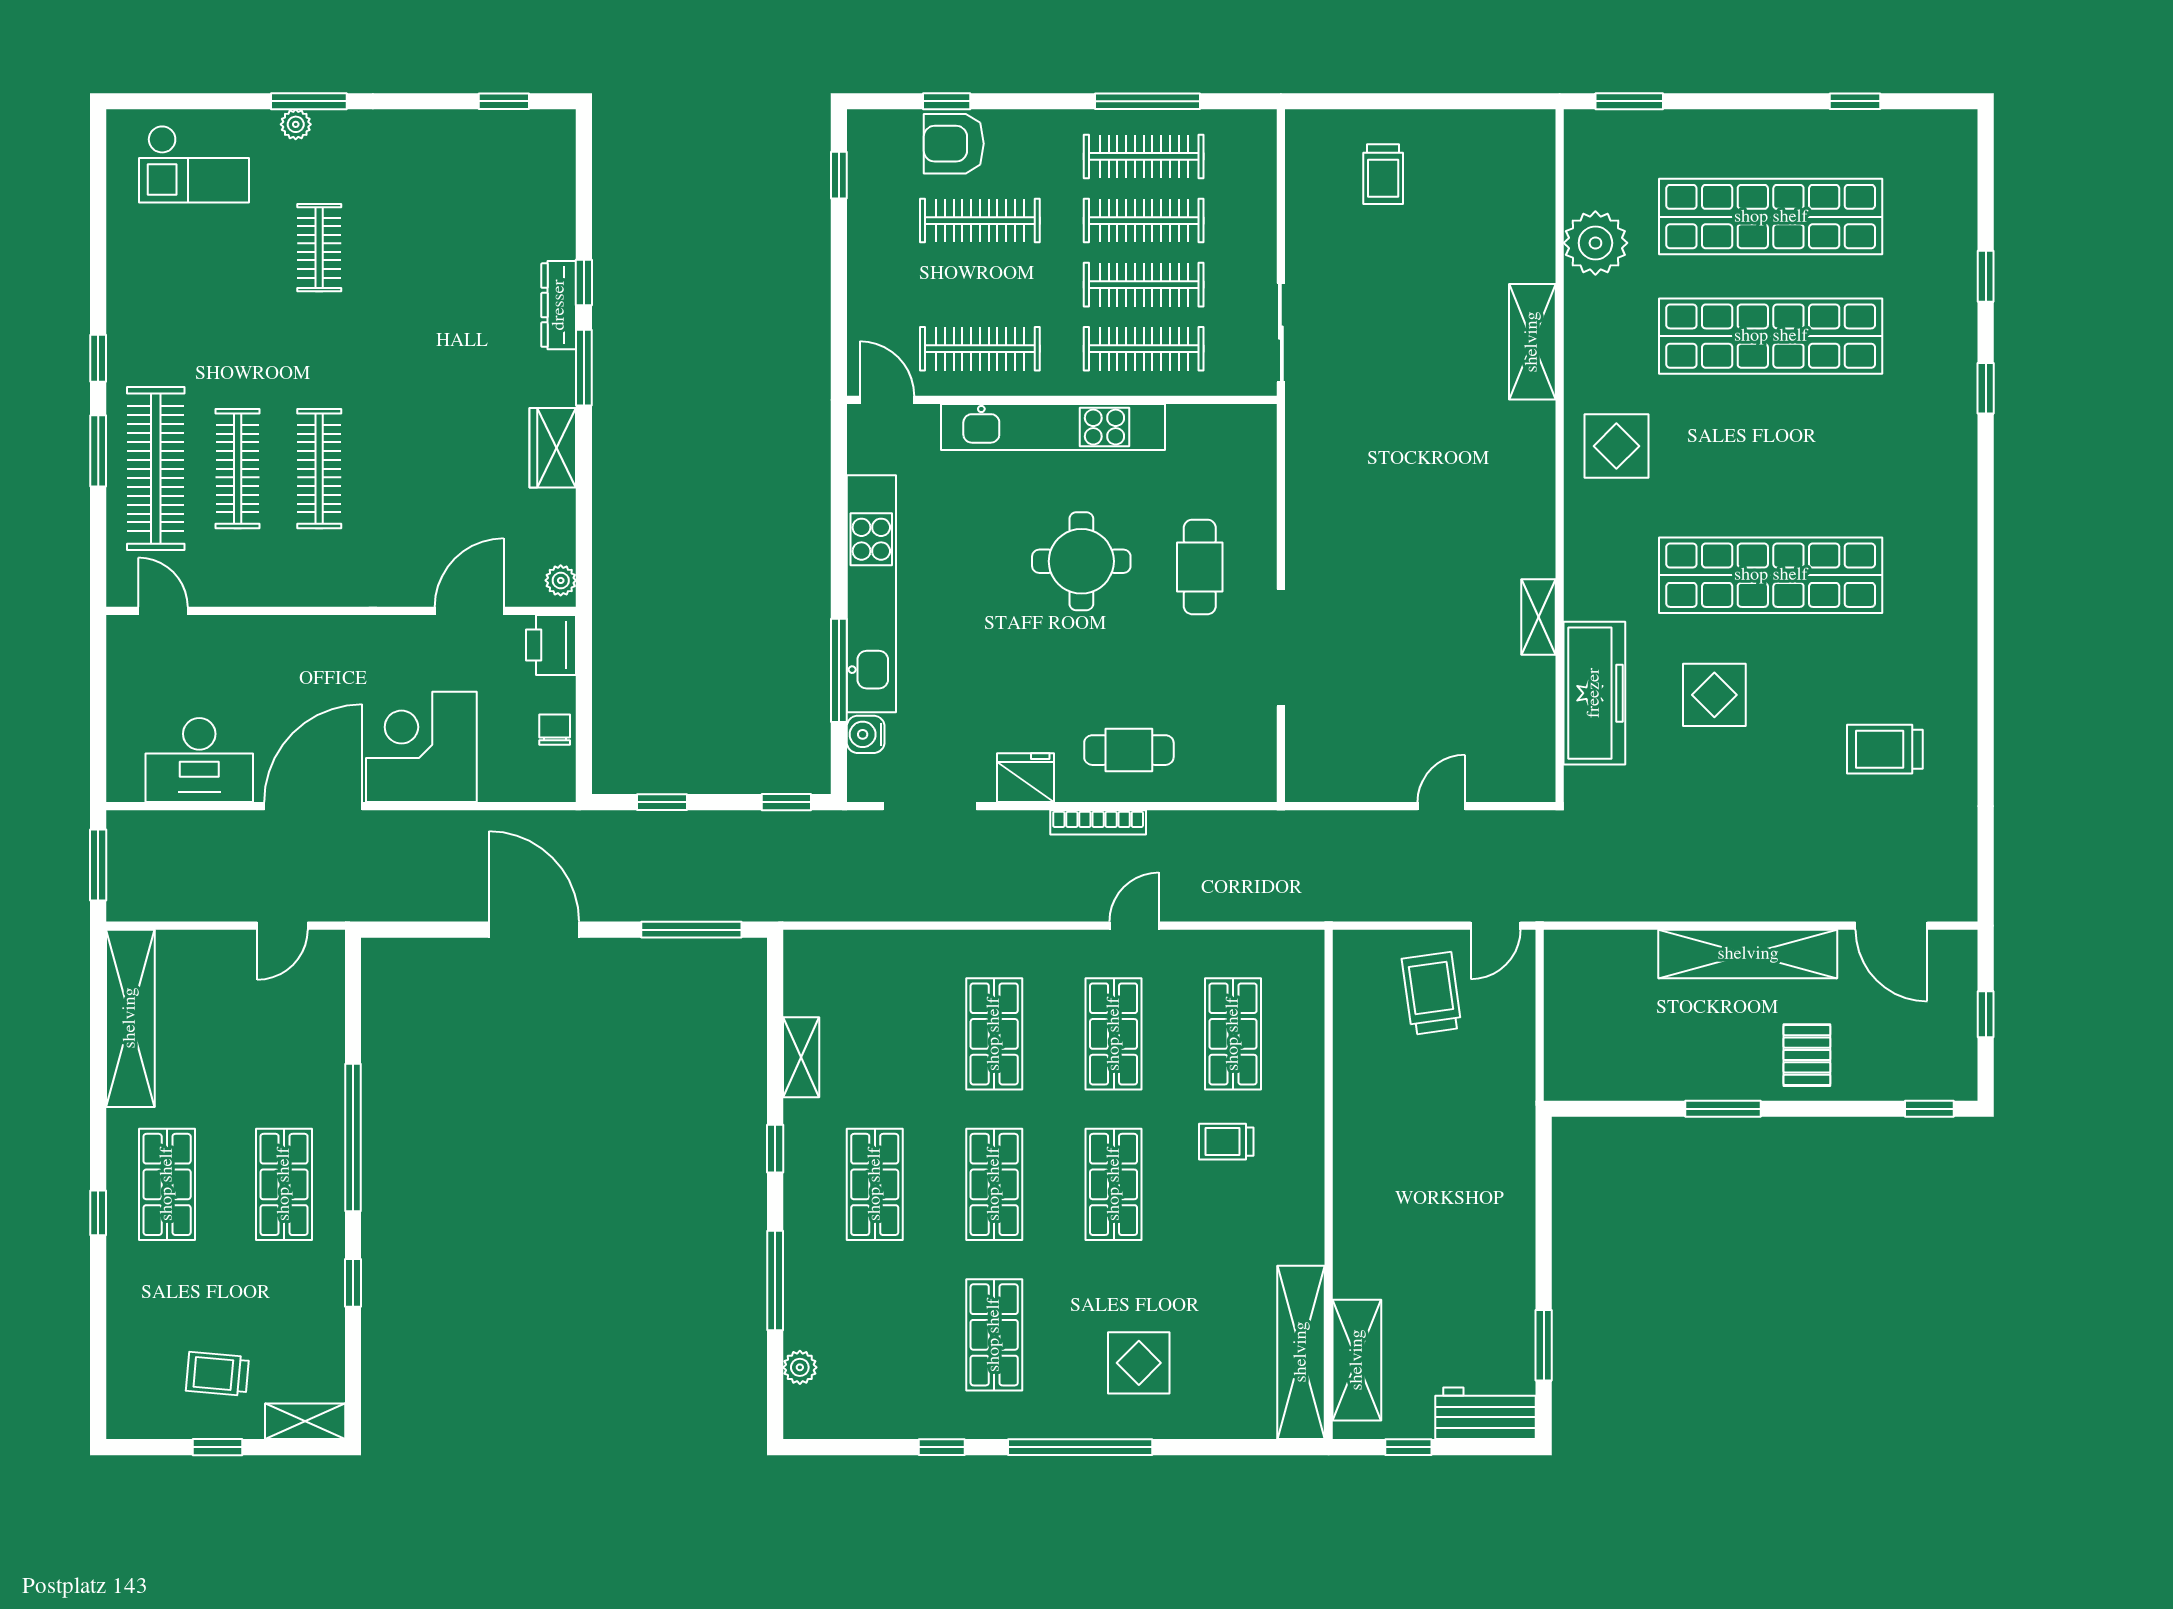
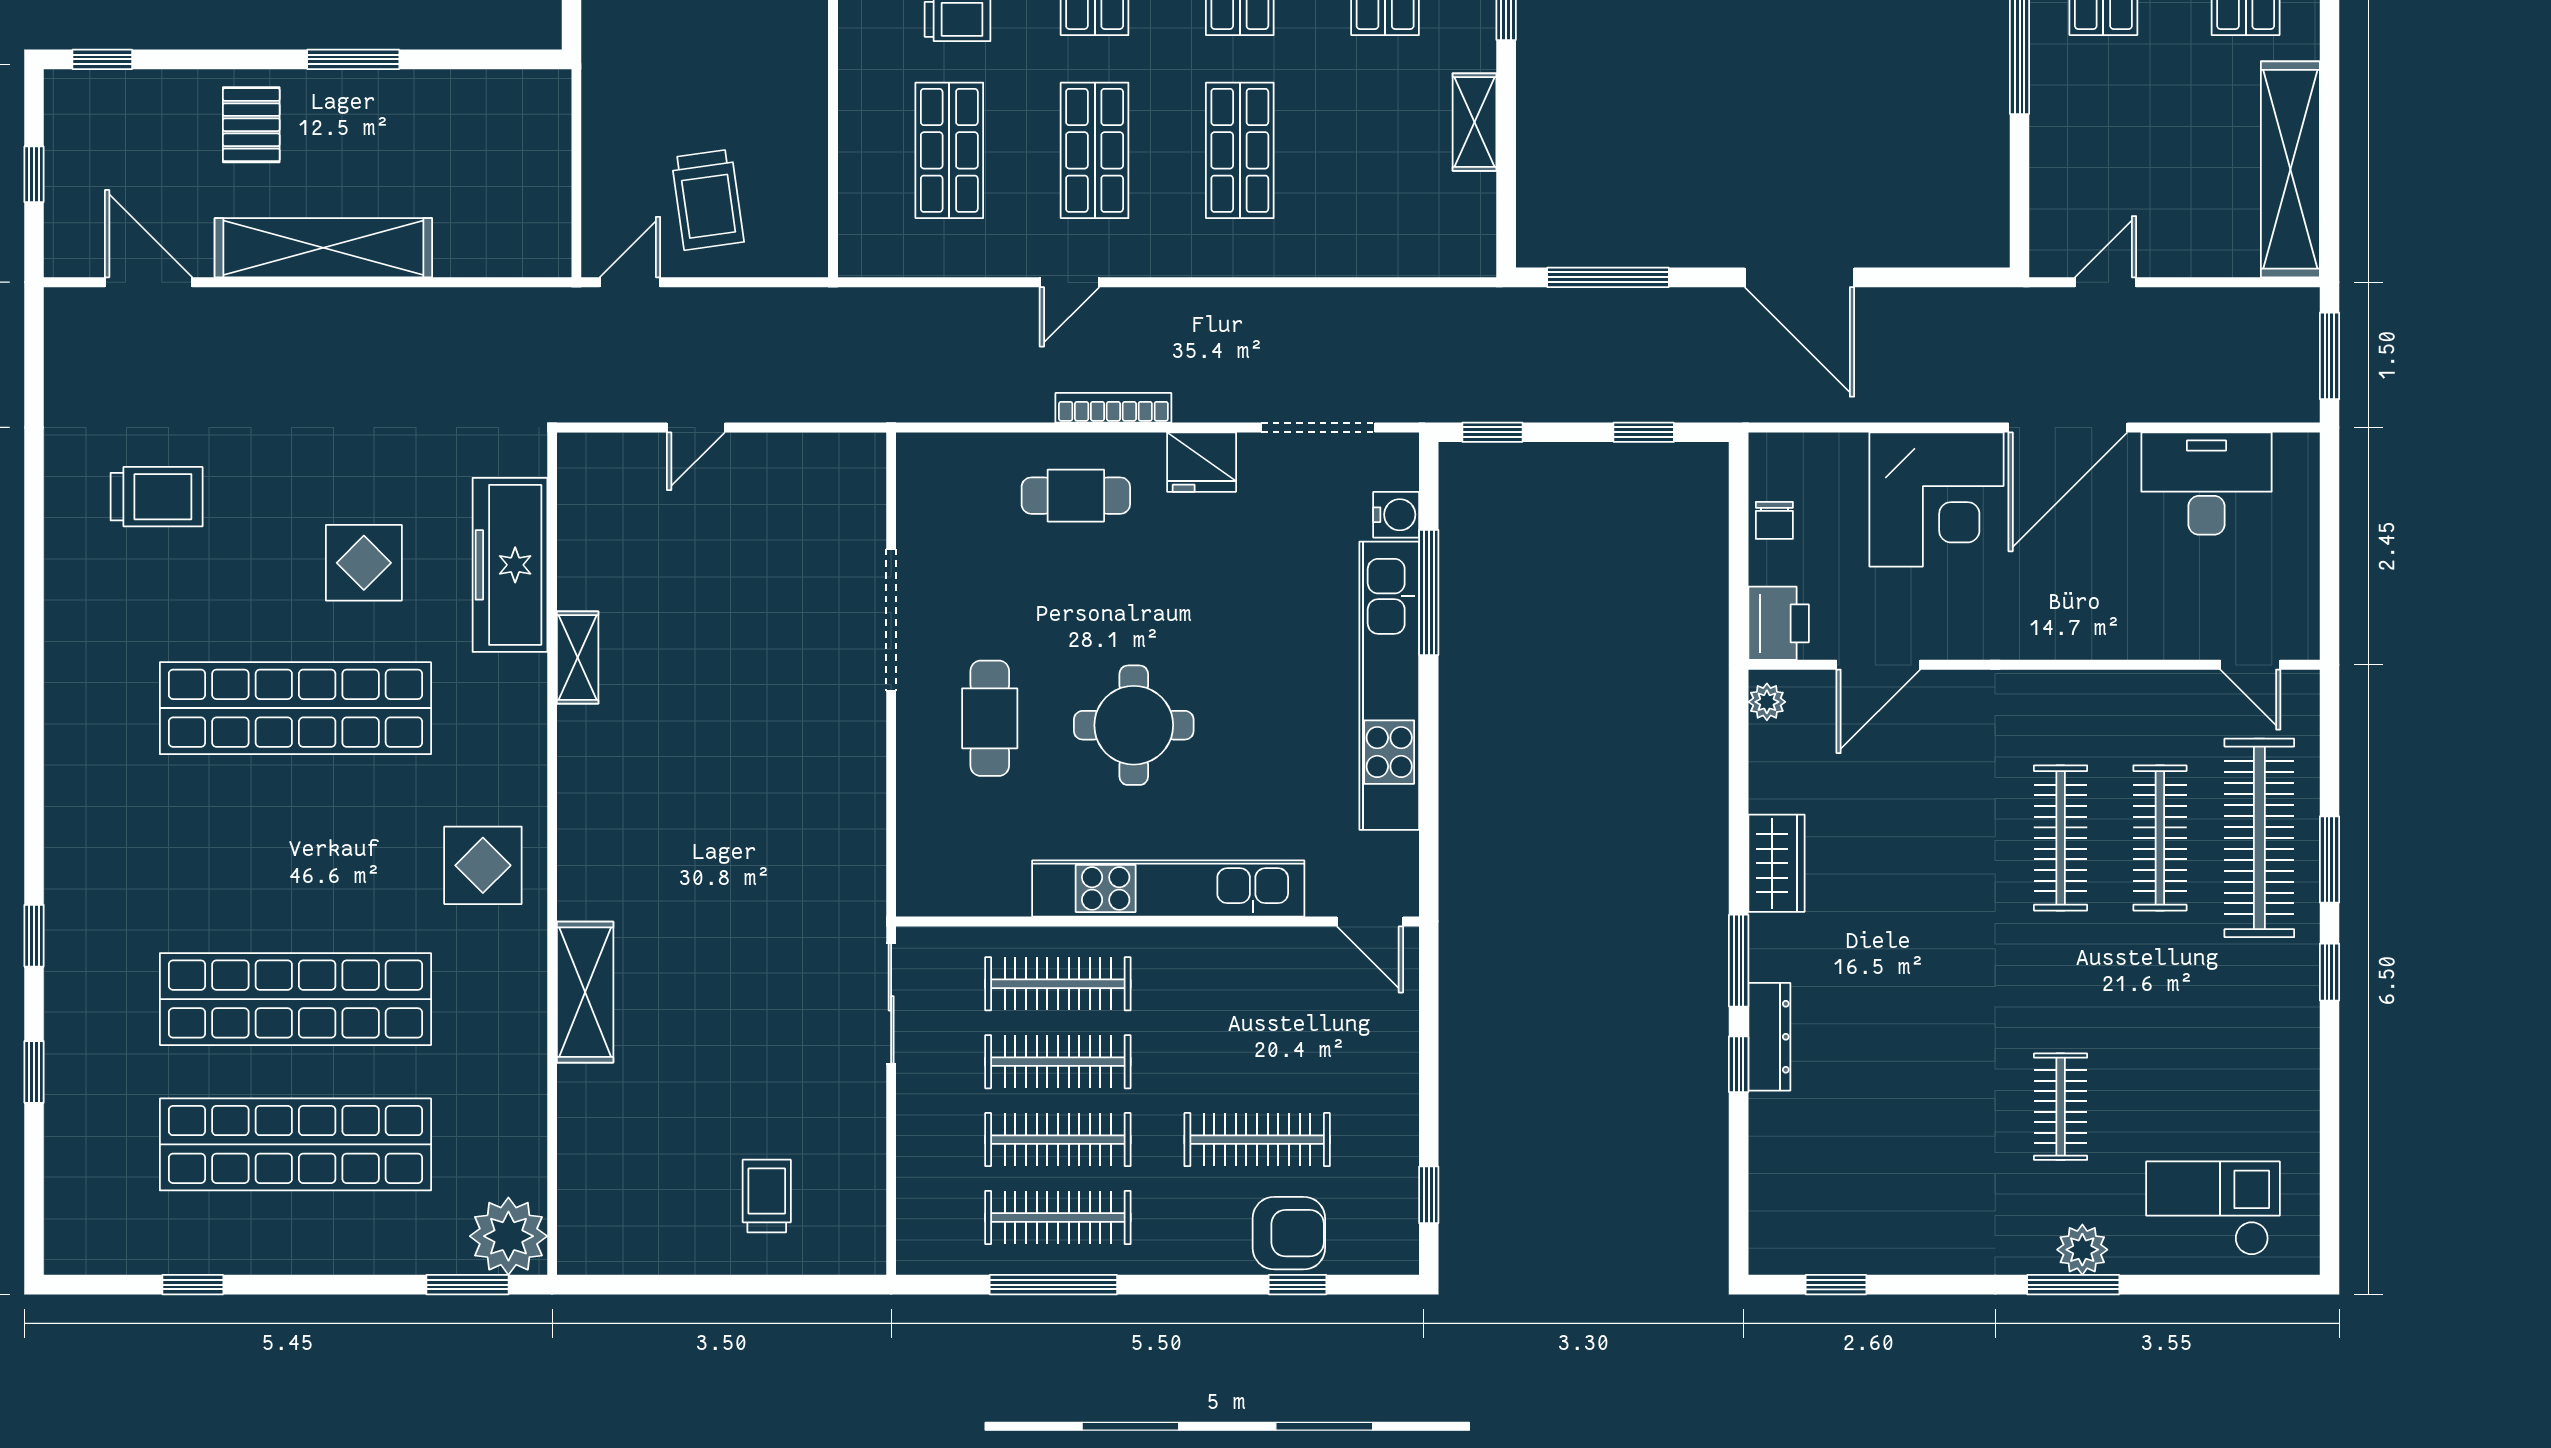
plant: (296, 124) -> (2082, 1250), width x1.38, depth x1.38
plant: (1595, 243) -> (508, 1236), moved
clothes rail: (980, 349) -> (1257, 984), removed

